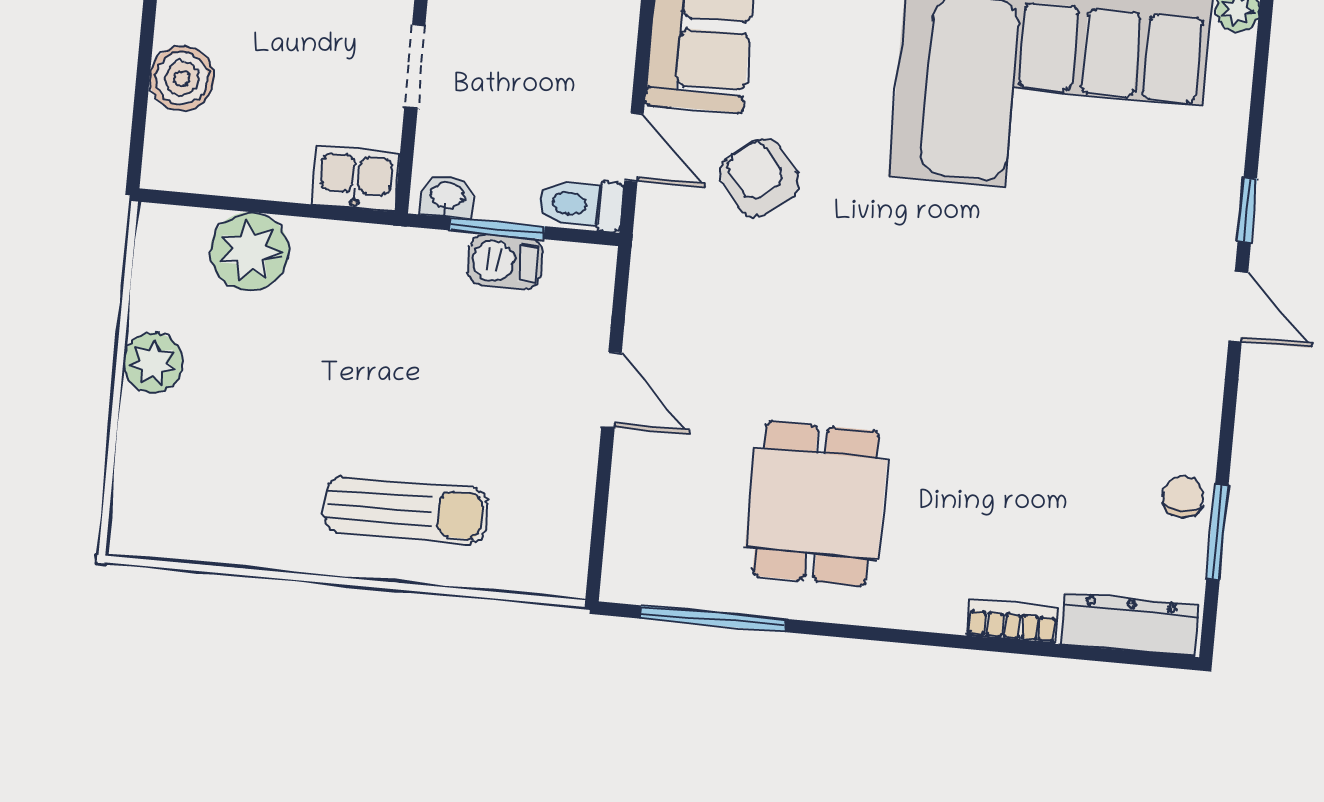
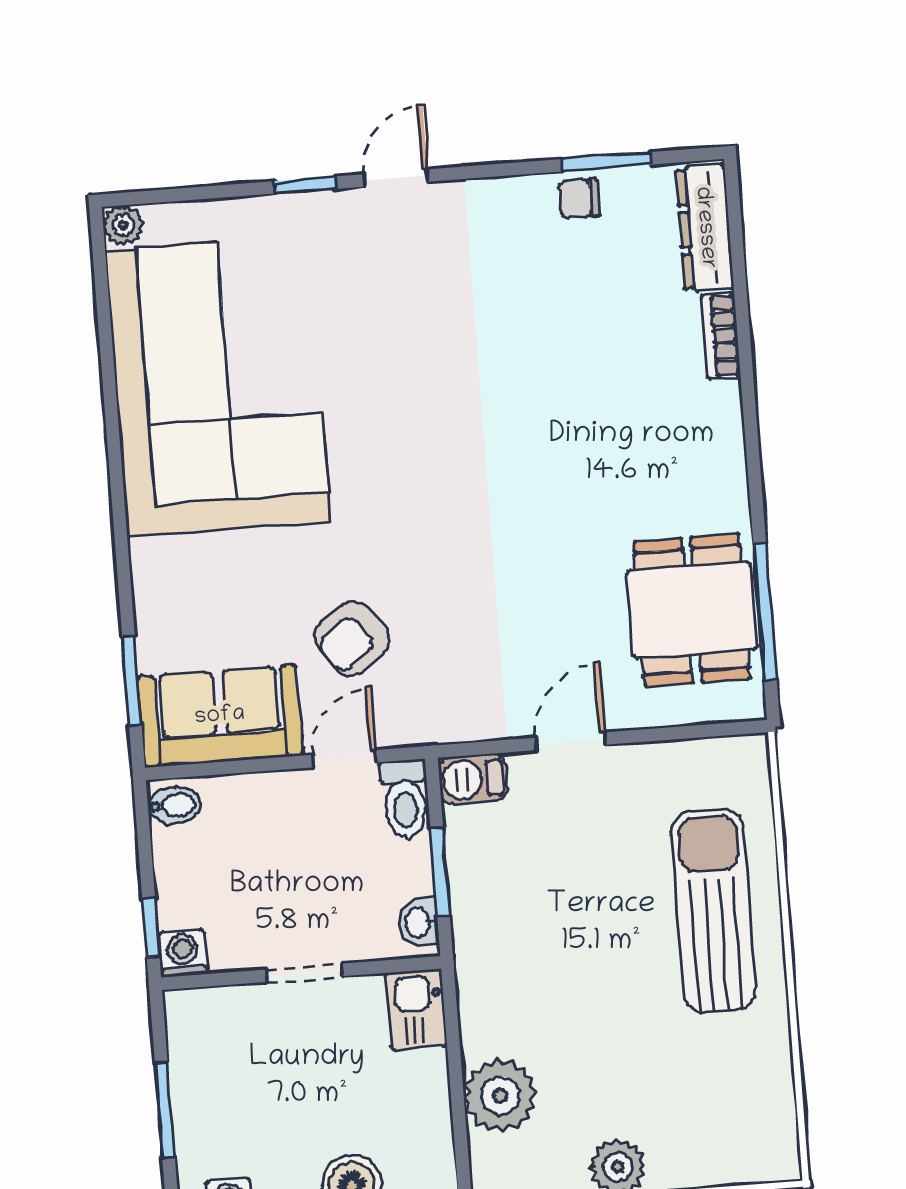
barbecue: (505, 261) -> (473, 779), moved, turned 90
dining table: (816, 503) -> (692, 610), moved, turned 90
sun lounger: (406, 510) -> (714, 911), width x1.36, depth x1.34

